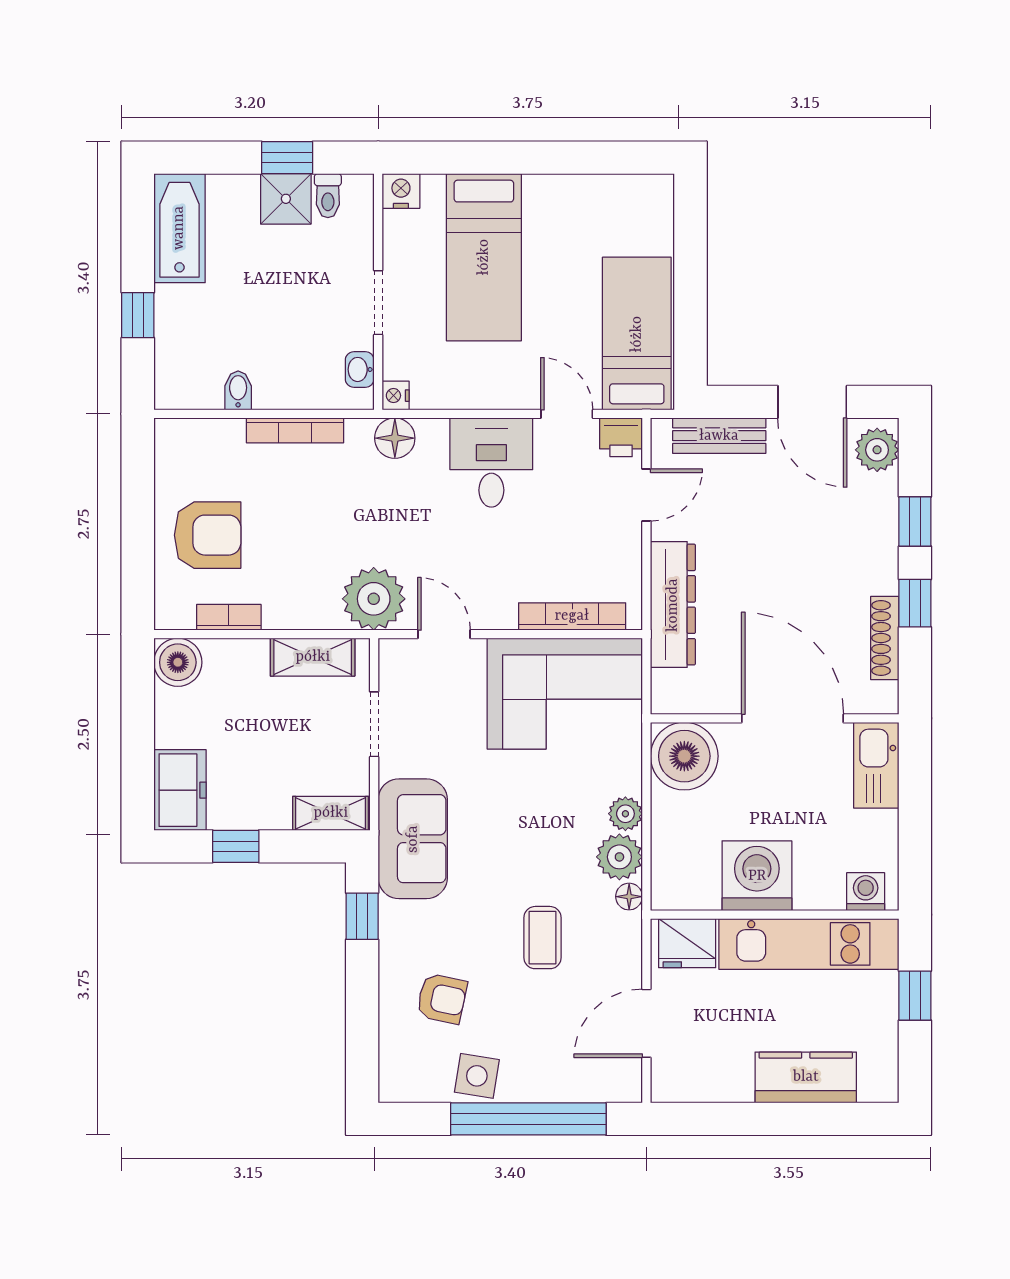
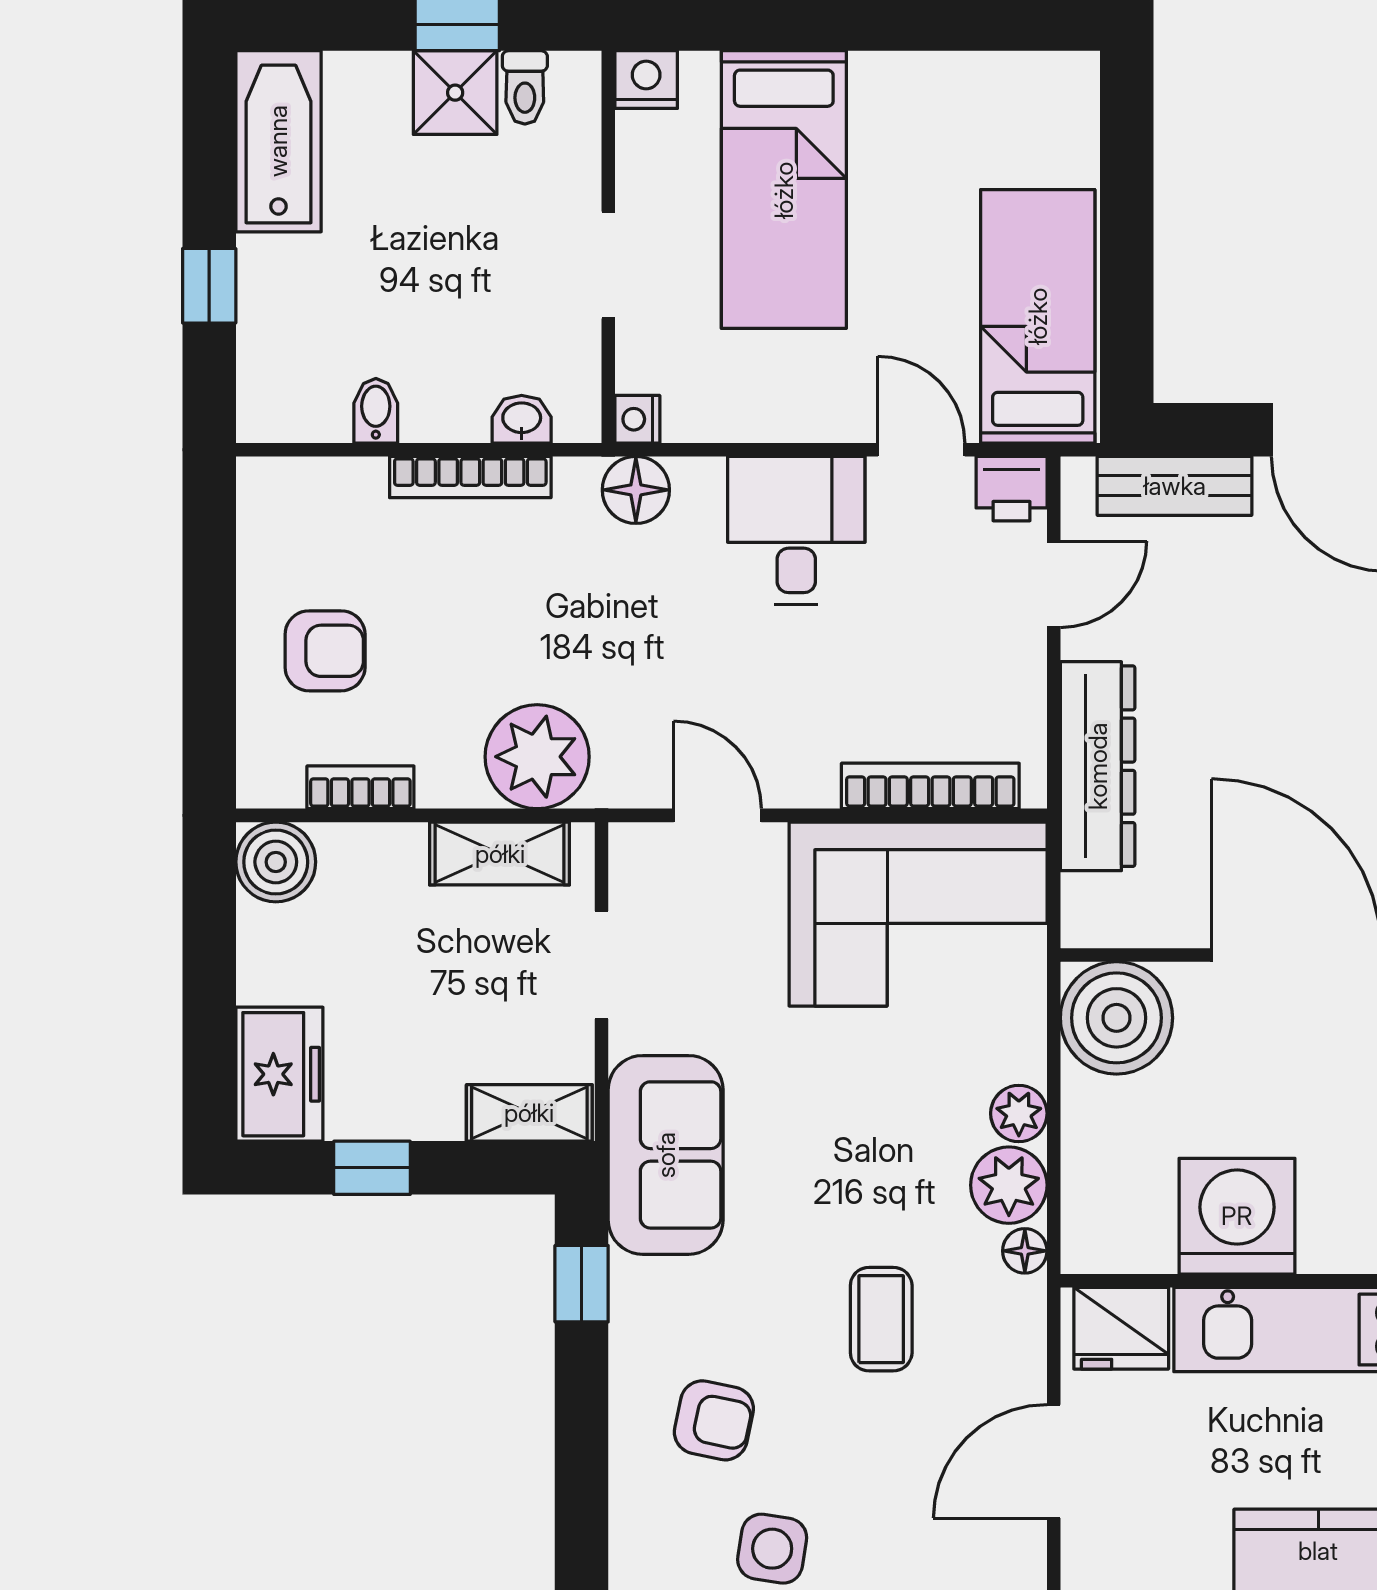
washbasin: (360, 369) -> (522, 419), moved, turned 90
armchair: (208, 535) -> (325, 651), width x0.72, depth x0.72
plant: (374, 599) -> (537, 757), moved

